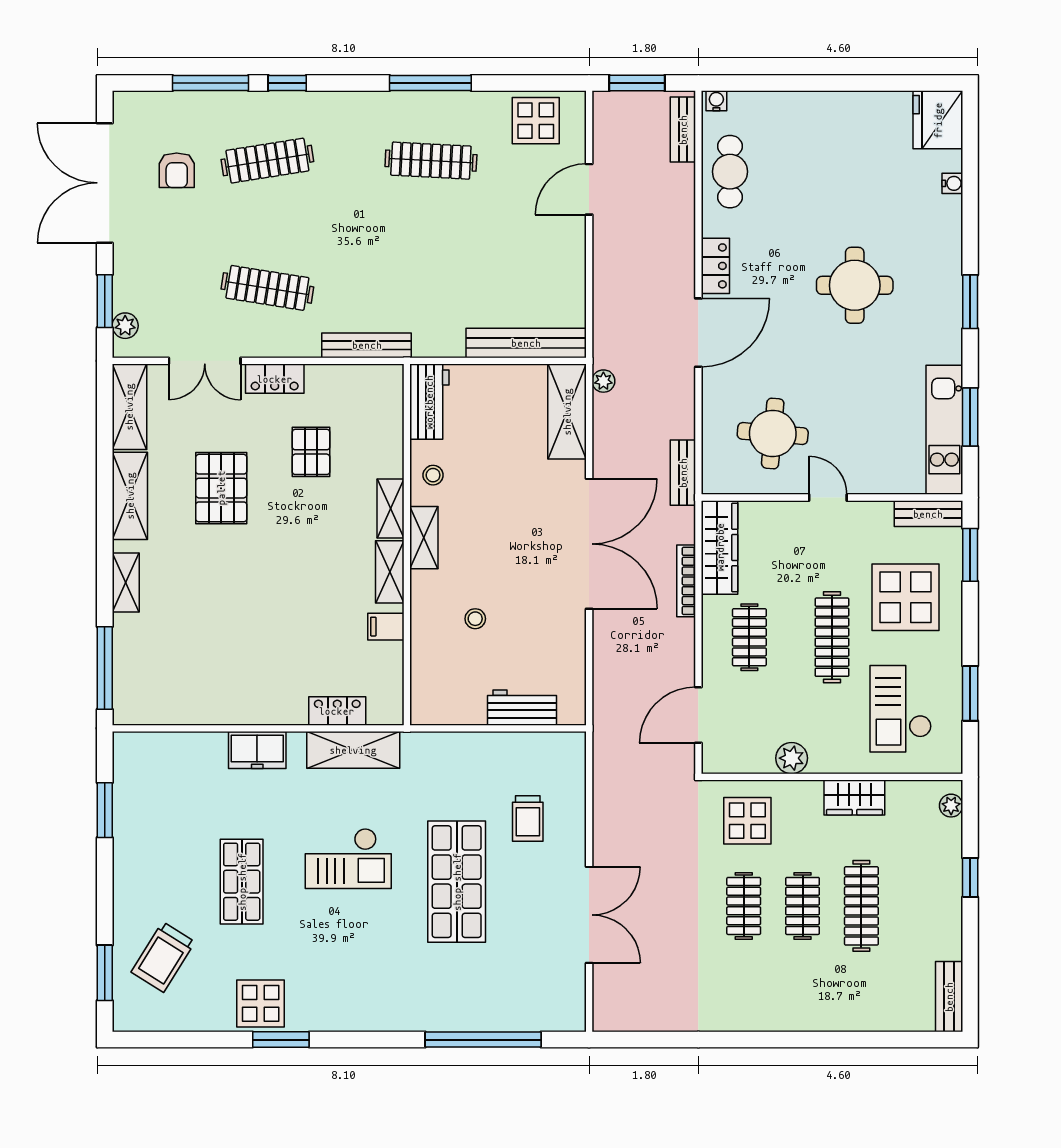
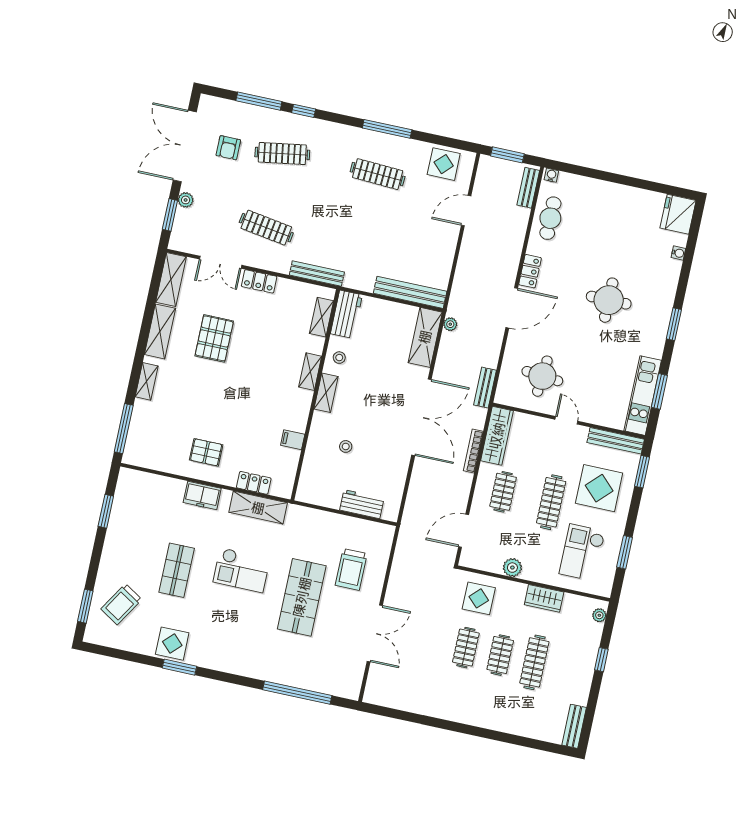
plant: (125, 326) -> (186, 200), moved
pallet: (311, 452) -> (206, 452), moved, turned 90
bench: (928, 514) -> (616, 441), width x1.36
shelving: (390, 572) -> (322, 317), moved
trolley: (528, 818) -> (351, 569), width x1.36, depth x1.39

